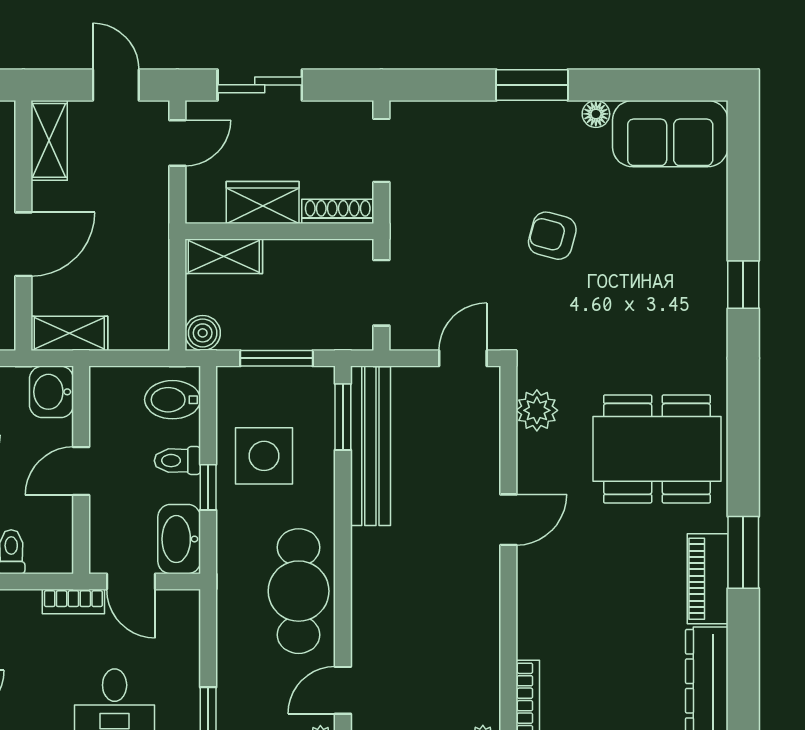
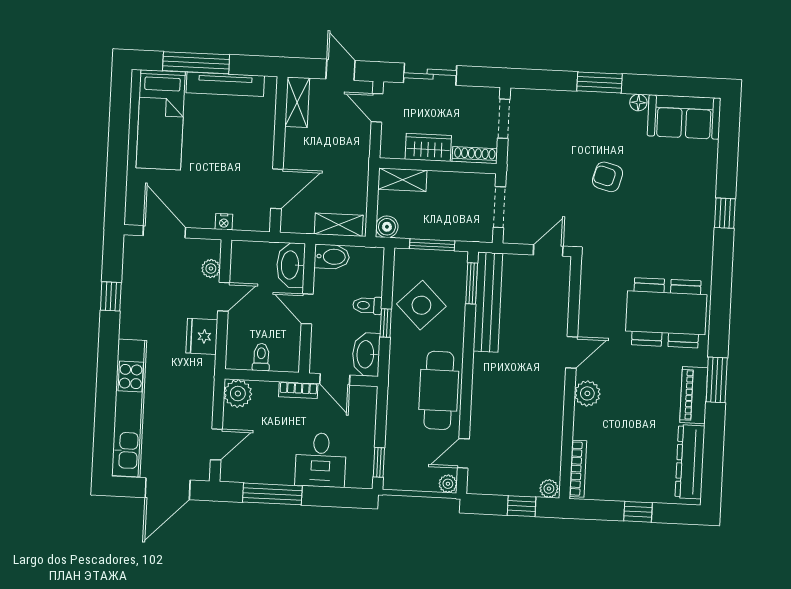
door: (177, 143) -> (377, 108), swing flipped
door: (23, 244) -> (277, 189), moved
shelving: (69, 333) -> (339, 225), moved
washbasin: (51, 392) -> (291, 265), width x1.38
bidet: (173, 400) -> (332, 257), moved, turned 180
plant: (537, 410) -> (587, 393), moved
side table: (264, 456) -> (421, 305), turned 45
door: (81, 471) -> (307, 309), hinge flipped

